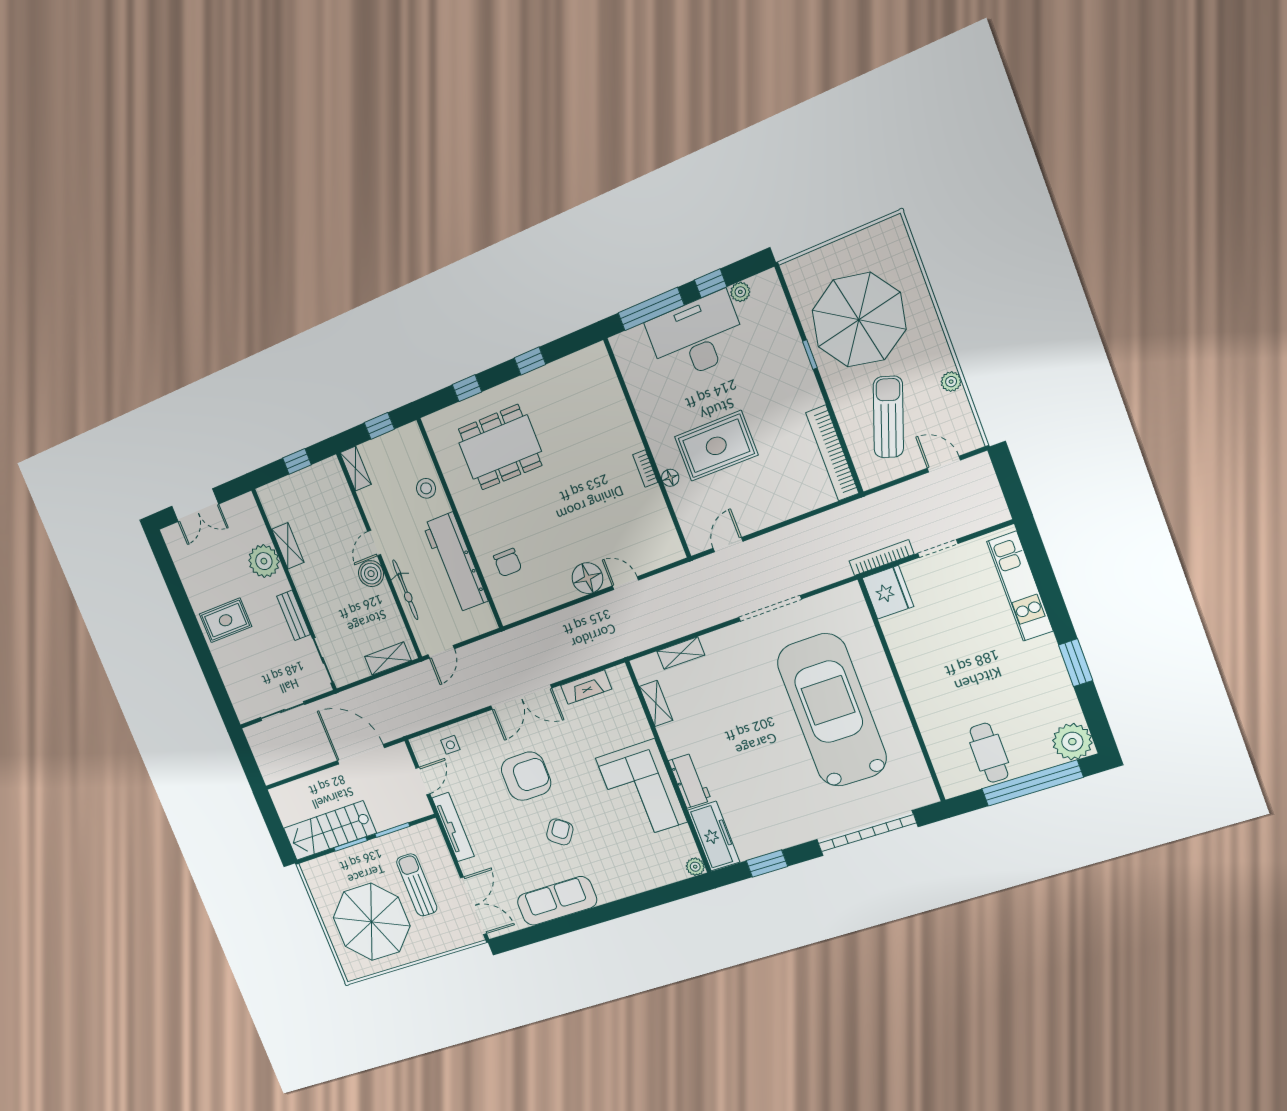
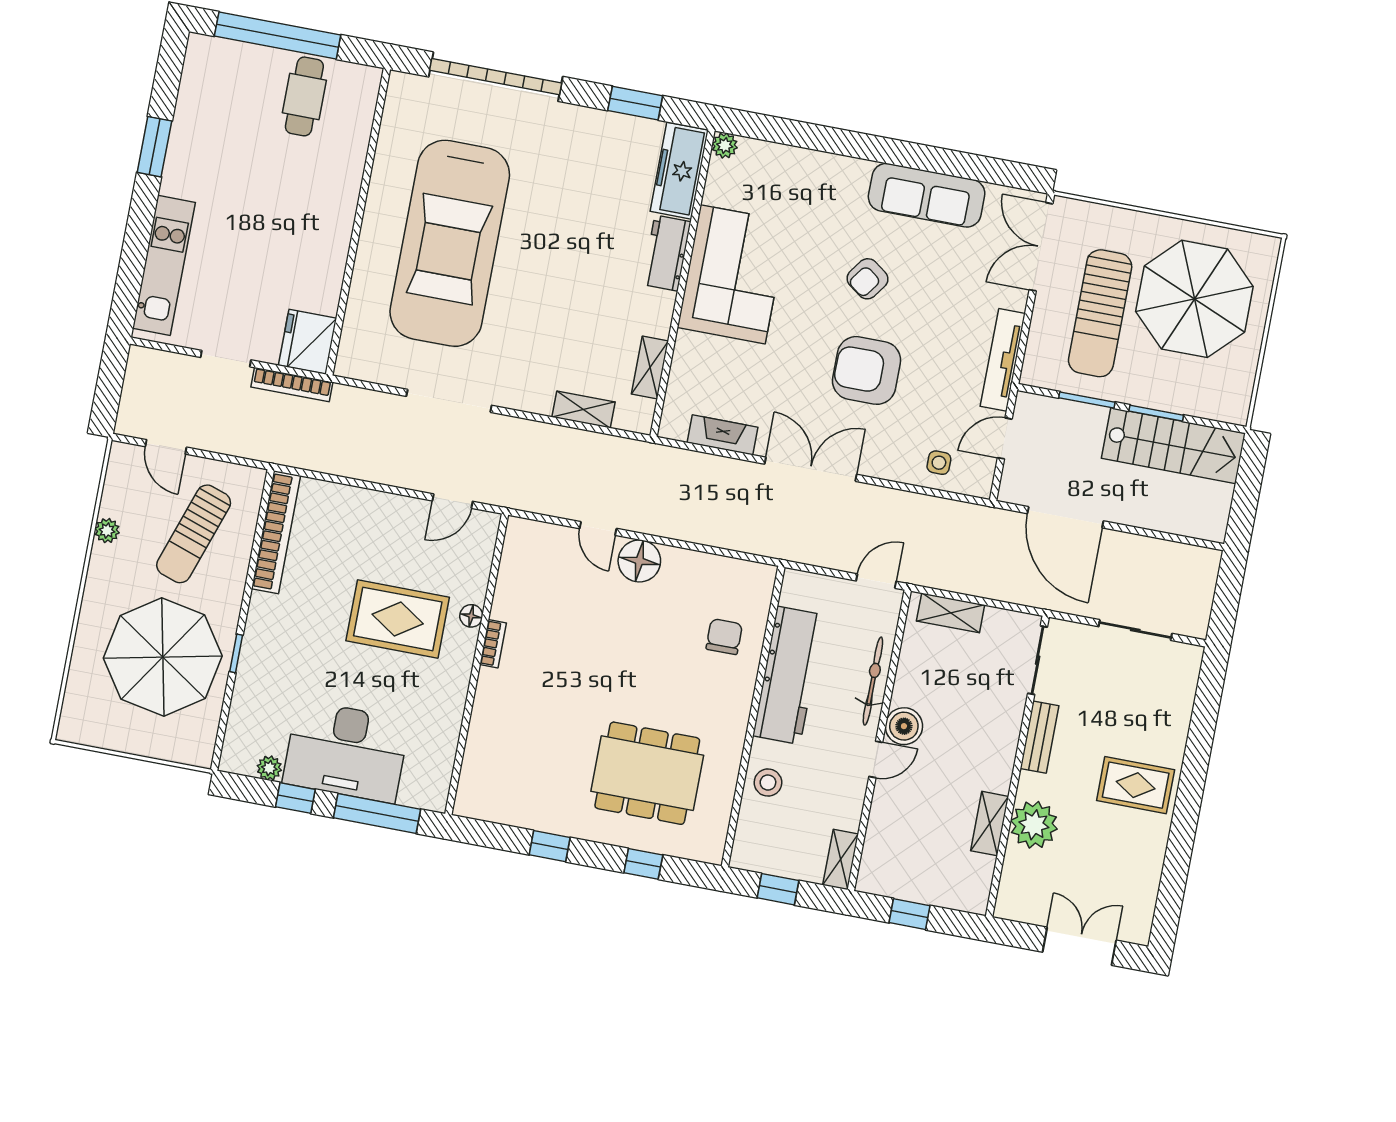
plant: (1072, 742) -> (208, 59), removed
sun lounger: (417, 885) -> (1100, 313), width x1.36, depth x1.34

